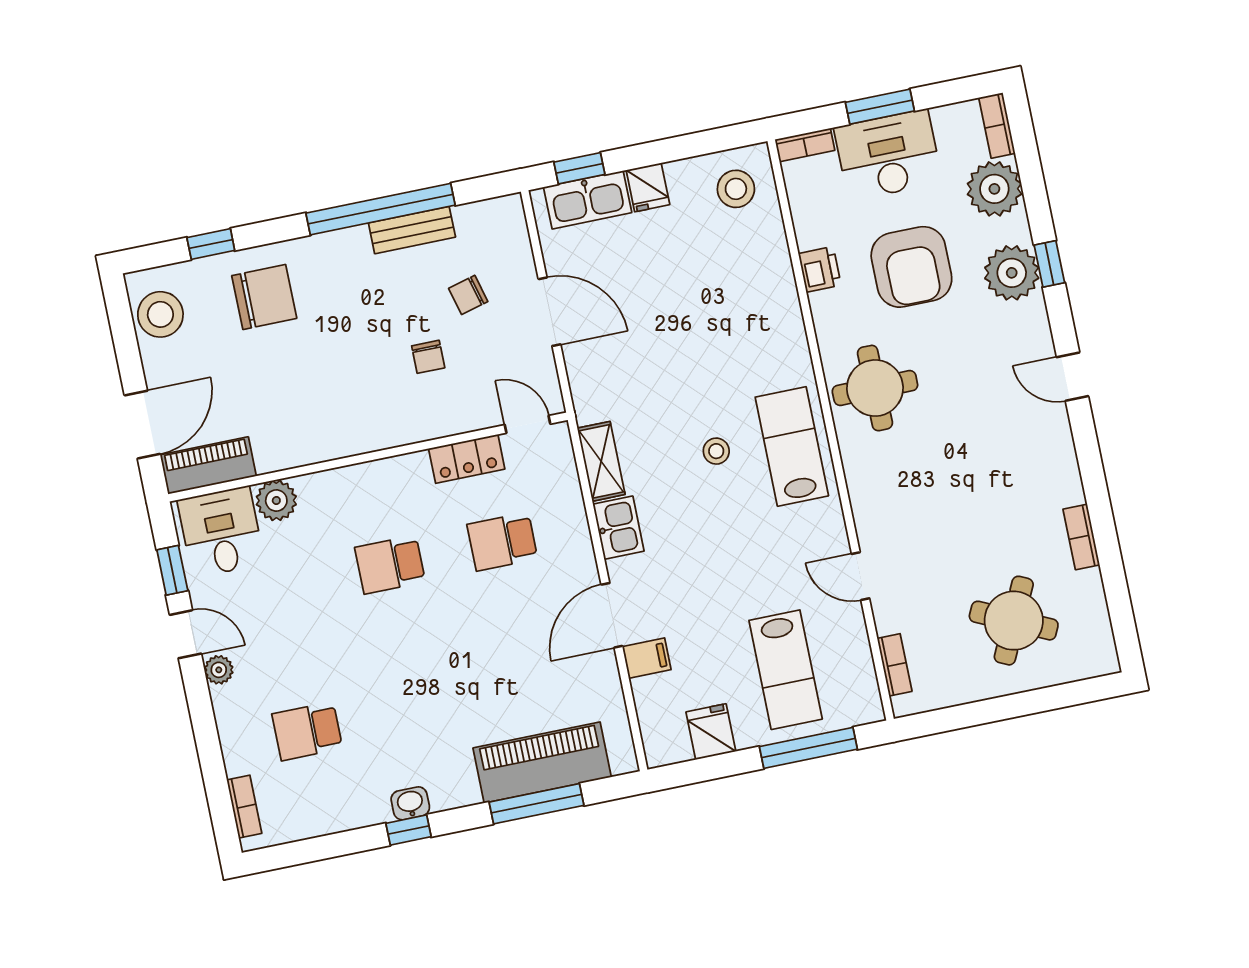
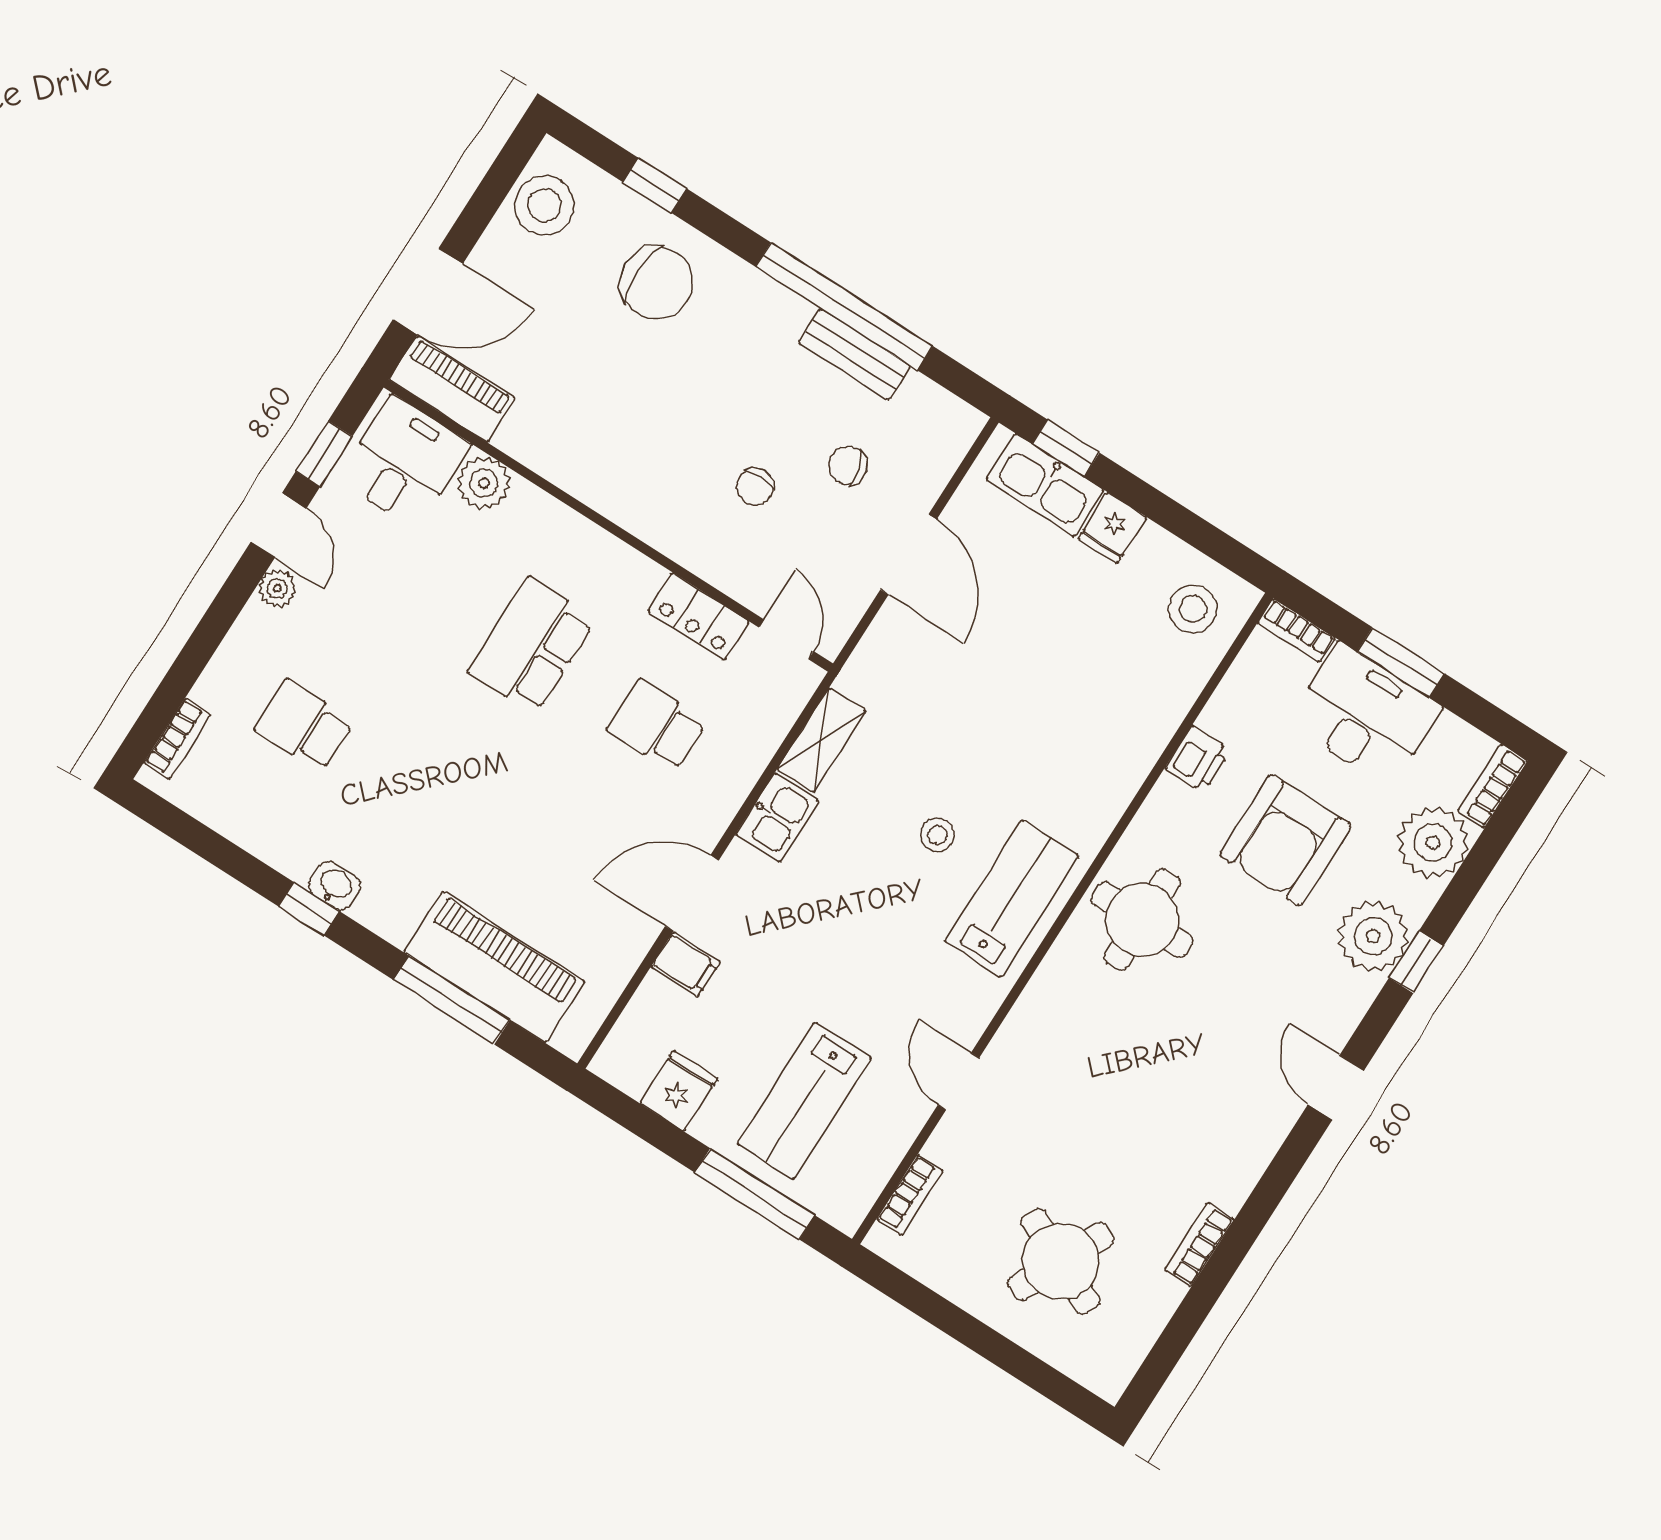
school desk: (390, 565) -> (532, 645), width x1.85

